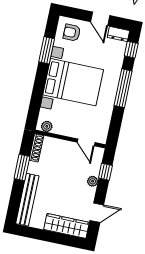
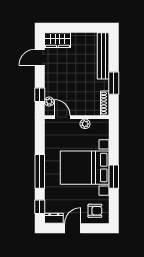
door: (100, 19) -> (73, 228), hinge flipped
window: (47, 50) -> (114, 177), moved
plant: (47, 126) -> (85, 124), moved
plant: (93, 181) -> (49, 102), moved
wardrobe: (67, 226) -> (57, 40), width x0.67

